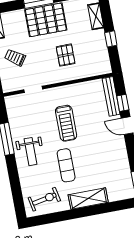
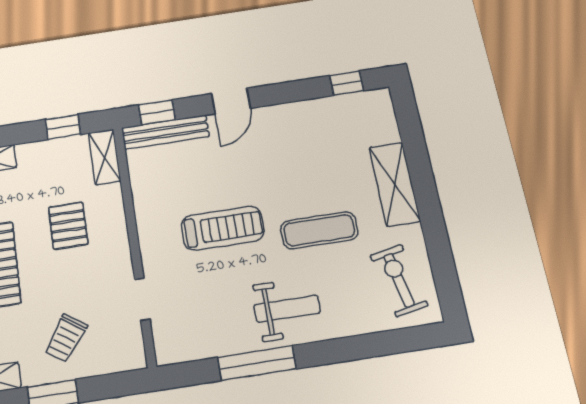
window: (111, 39) -> (63, 127), moved
pallet: (66, 55) -> (68, 226), turned 90
shelving: (98, 69) -> (105, 157), added
window: (123, 103) -> (157, 112), moved

